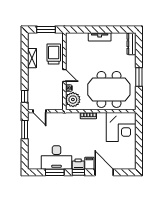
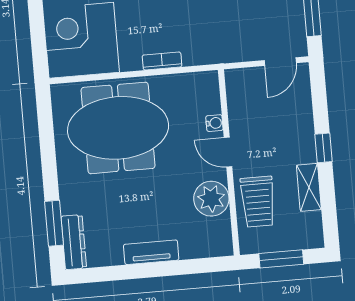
window: (139, 77) -> (54, 223), moved
window: (25, 96) -> (324, 148), moved
plant: (73, 100) -> (211, 199), moved
door: (39, 111) -> (280, 62), swing flipped

